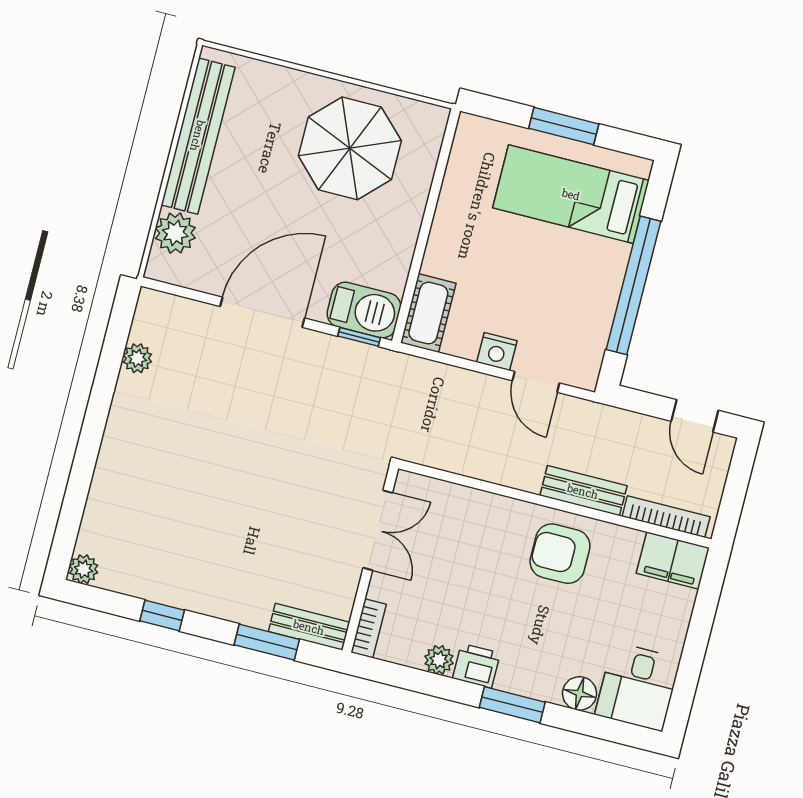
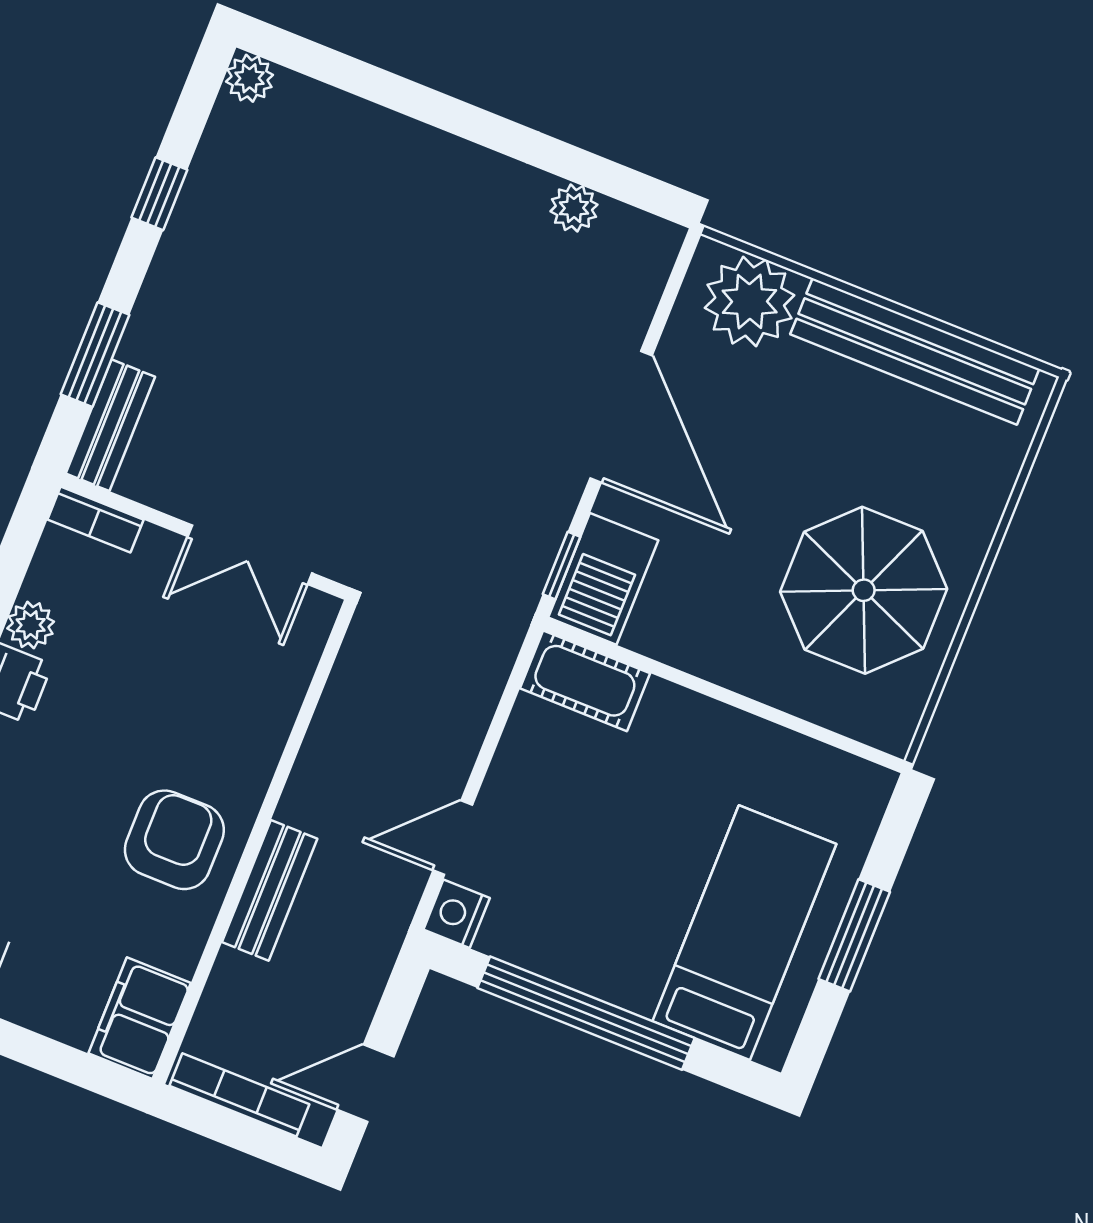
plant: (175, 233) -> (750, 302), width x1.36, depth x1.36
nightstand: (497, 352) -> (457, 914), moved
bookcase: (666, 517) -> (239, 1095), moved, turned -90

